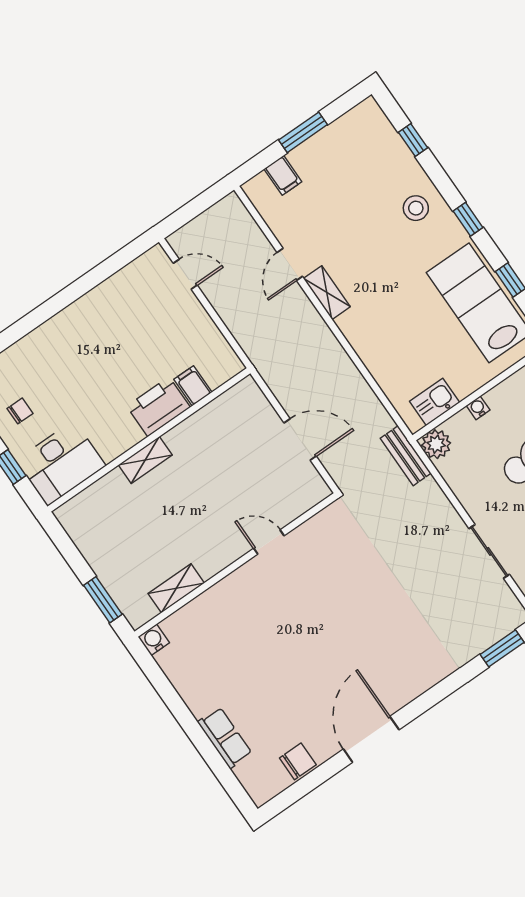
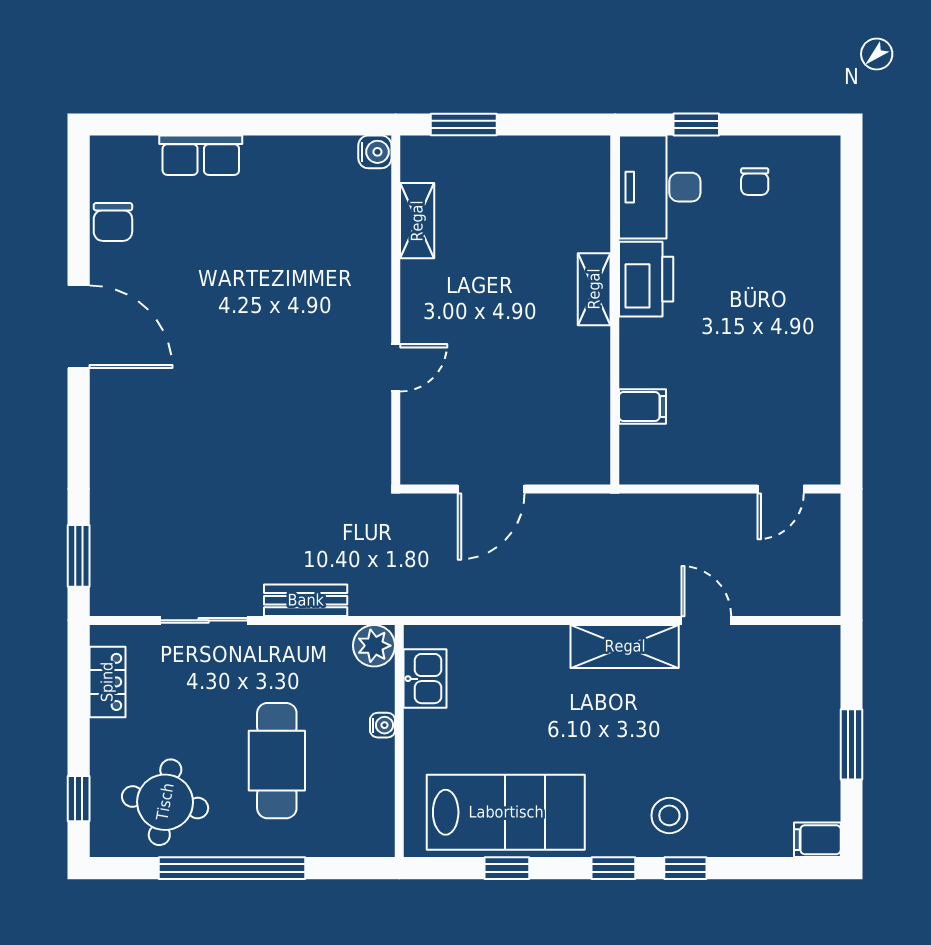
window: (413, 140) -> (685, 868), moved
filing cabinet: (283, 175) -> (817, 840), moved
shelving: (327, 293) -> (625, 646), width x1.50, depth x1.33
printer: (158, 407) -> (646, 279), moved
bench: (406, 456) -> (306, 600), moved

